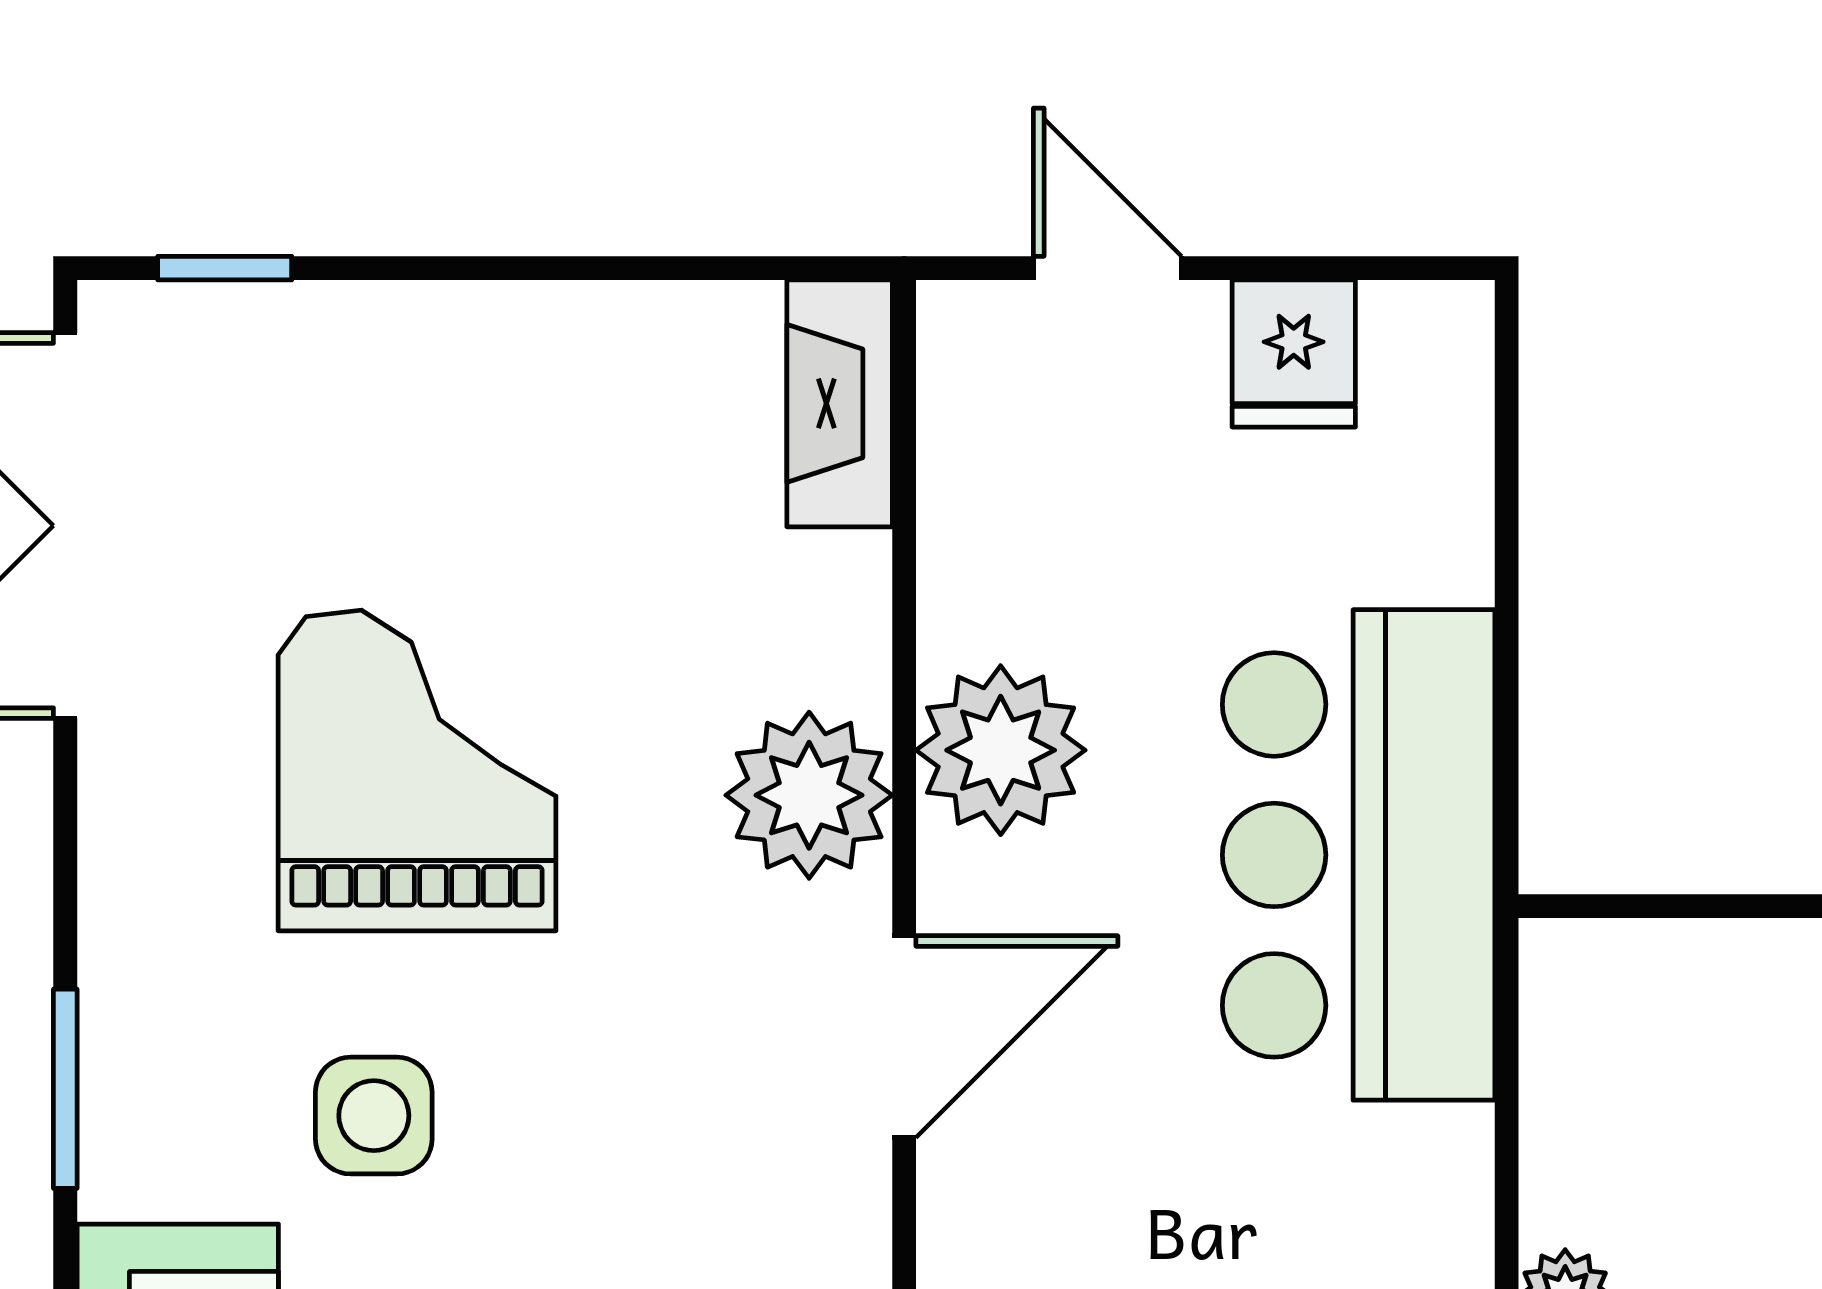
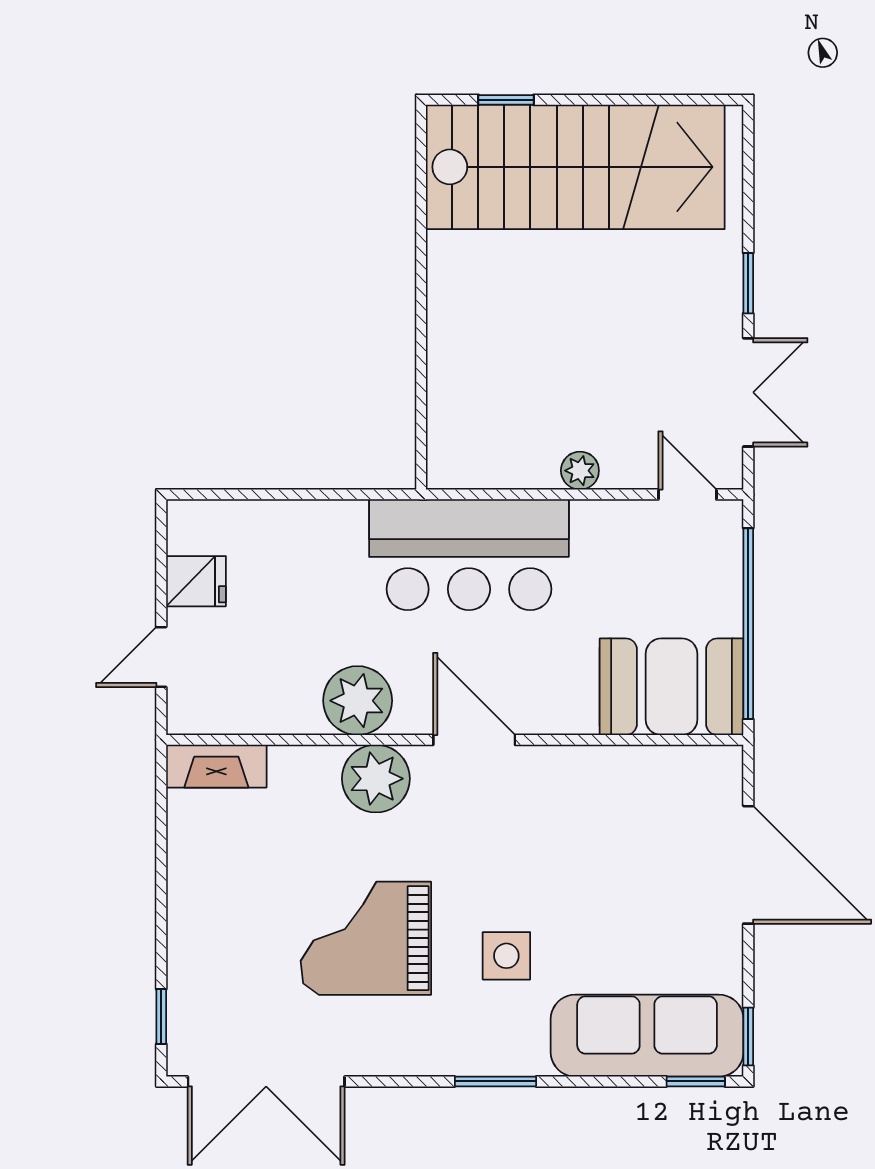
bar counter: (1359, 855) -> (469, 555), moved

